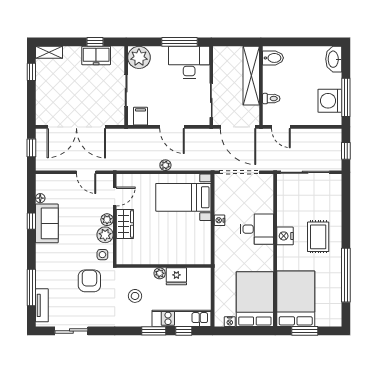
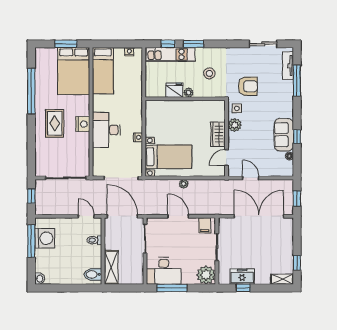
washbasin: (334, 59) -> (40, 279), width x0.52, depth x0.69
shelving: (251, 76) -> (111, 267), width x0.68
plant: (107, 220) -> (233, 138), removed
desk: (257, 229) -> (106, 130), width x1.37
armchair: (89, 281) -> (248, 86), turned -90
bed: (255, 299) -> (103, 71), width x0.67

